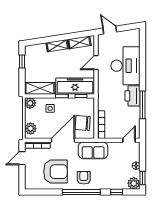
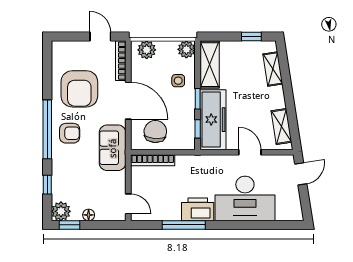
shelving: (57, 46) -> (273, 69), moved

